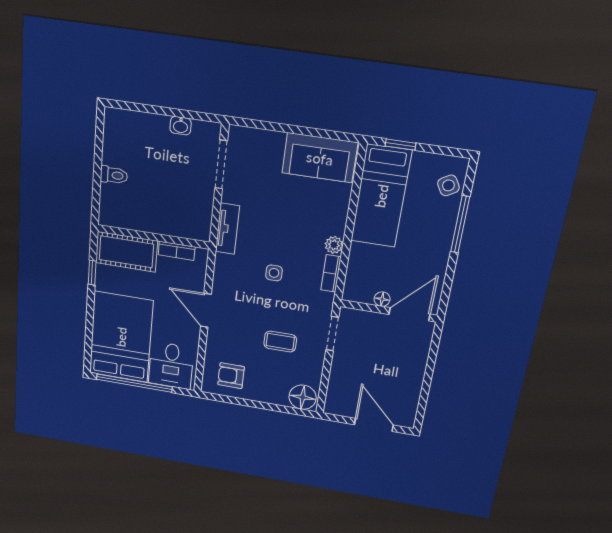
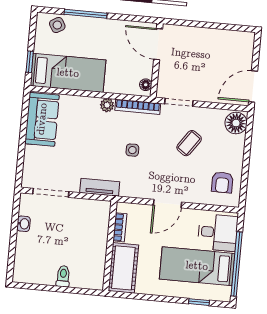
window: (92, 273) -> (199, 302), moved
bookcase: (331, 273) -> (138, 107), width x1.56
floor lamp: (382, 299) -> (146, 85), moved
bed: (121, 337) -> (197, 266), width x0.67
coffee table: (280, 342) -> (189, 143), turned 35
door: (374, 425) -> (253, 86), moved

